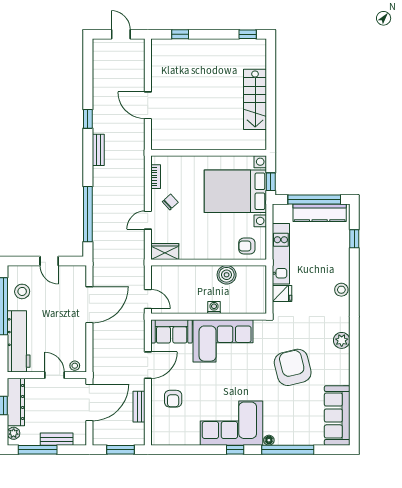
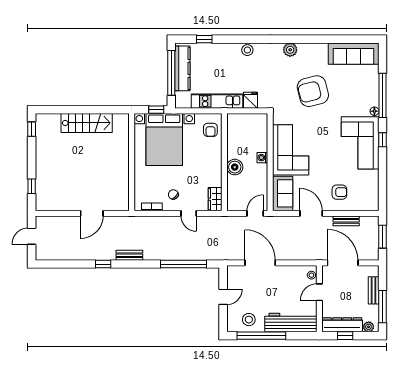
boiler: (227, 275) -> (235, 167), moved

